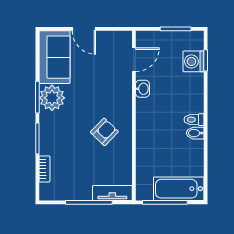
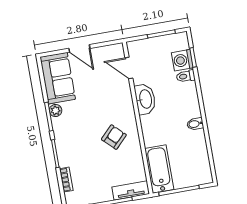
door: (134, 60) -> (129, 68), swing flipped
washbasin: (143, 89) -> (145, 99), width x1.91, depth x1.45
plant: (52, 98) -> (56, 111), width x0.53, depth x0.53
toilet: (194, 120) -> (186, 76), moved
bathtub: (179, 189) -> (159, 169), moved, turned 90

